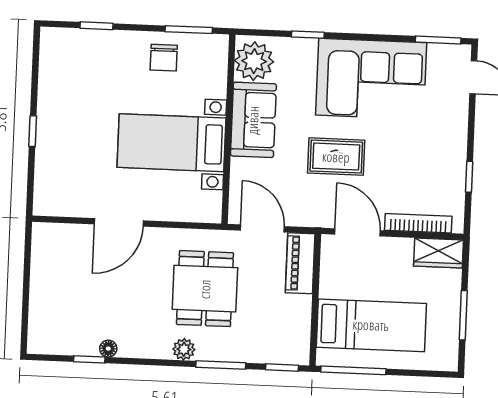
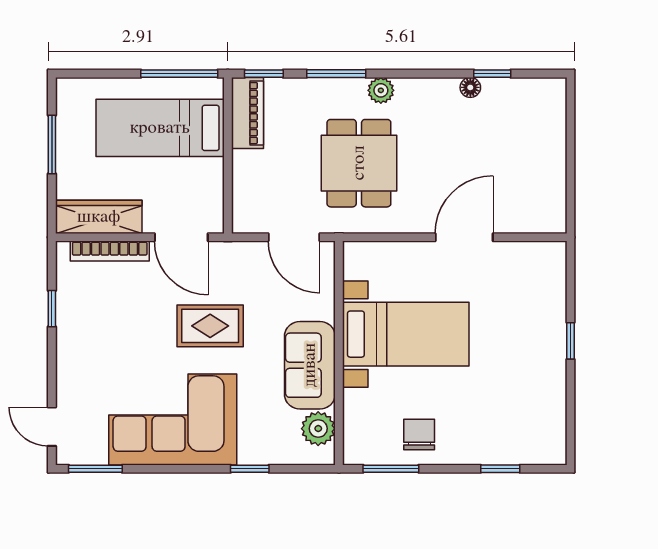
plant: (254, 61) -> (318, 429), width x0.73, depth x0.73
wardrobe: (439, 253) -> (99, 217), width x1.50
piano: (300, 263) -> (247, 113), moved

